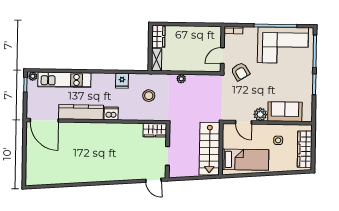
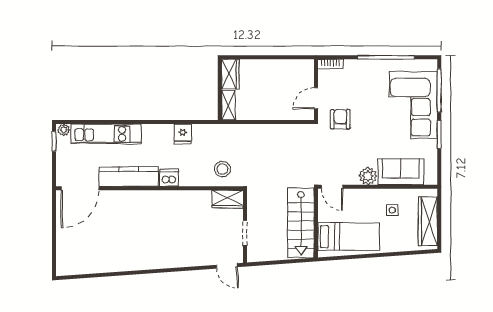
corner sofa: (283, 45) -> (413, 105), moved, turned 90
armchair: (240, 72) -> (340, 119), turned -149
plant: (181, 79) -> (262, 130), removed
stool: (149, 96) -> (222, 169), moved
door: (44, 120) -> (80, 188), hinge flipped
door: (244, 122) -> (332, 187), moved

